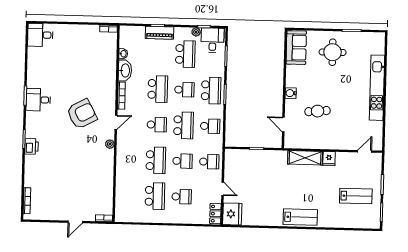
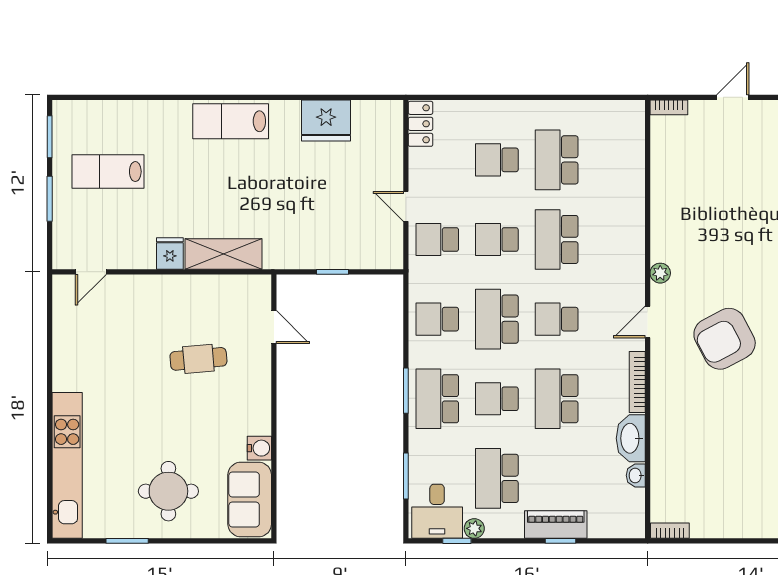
kitchen unit: (377, 88) -> (67, 465), moved
water cooler: (291, 93) -> (259, 448), moved
door: (223, 189) -> (406, 206), moved
fridge: (232, 214) -> (326, 120), moved, turned -90

